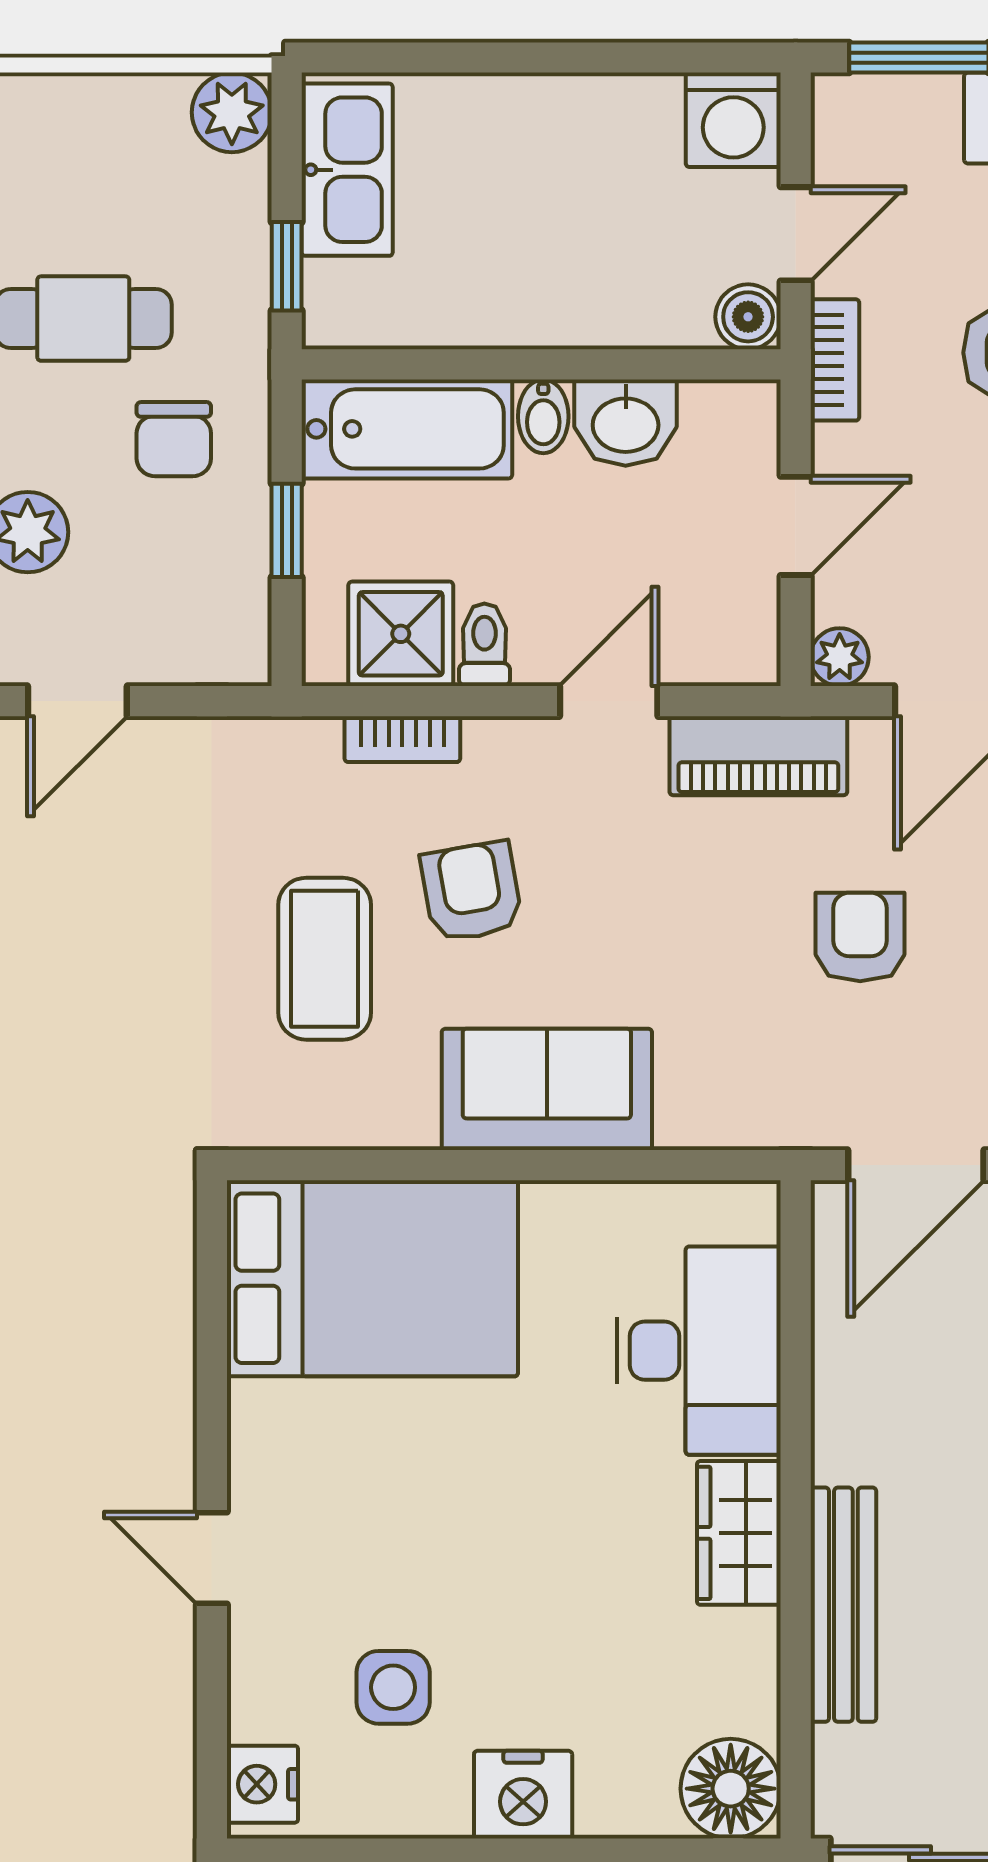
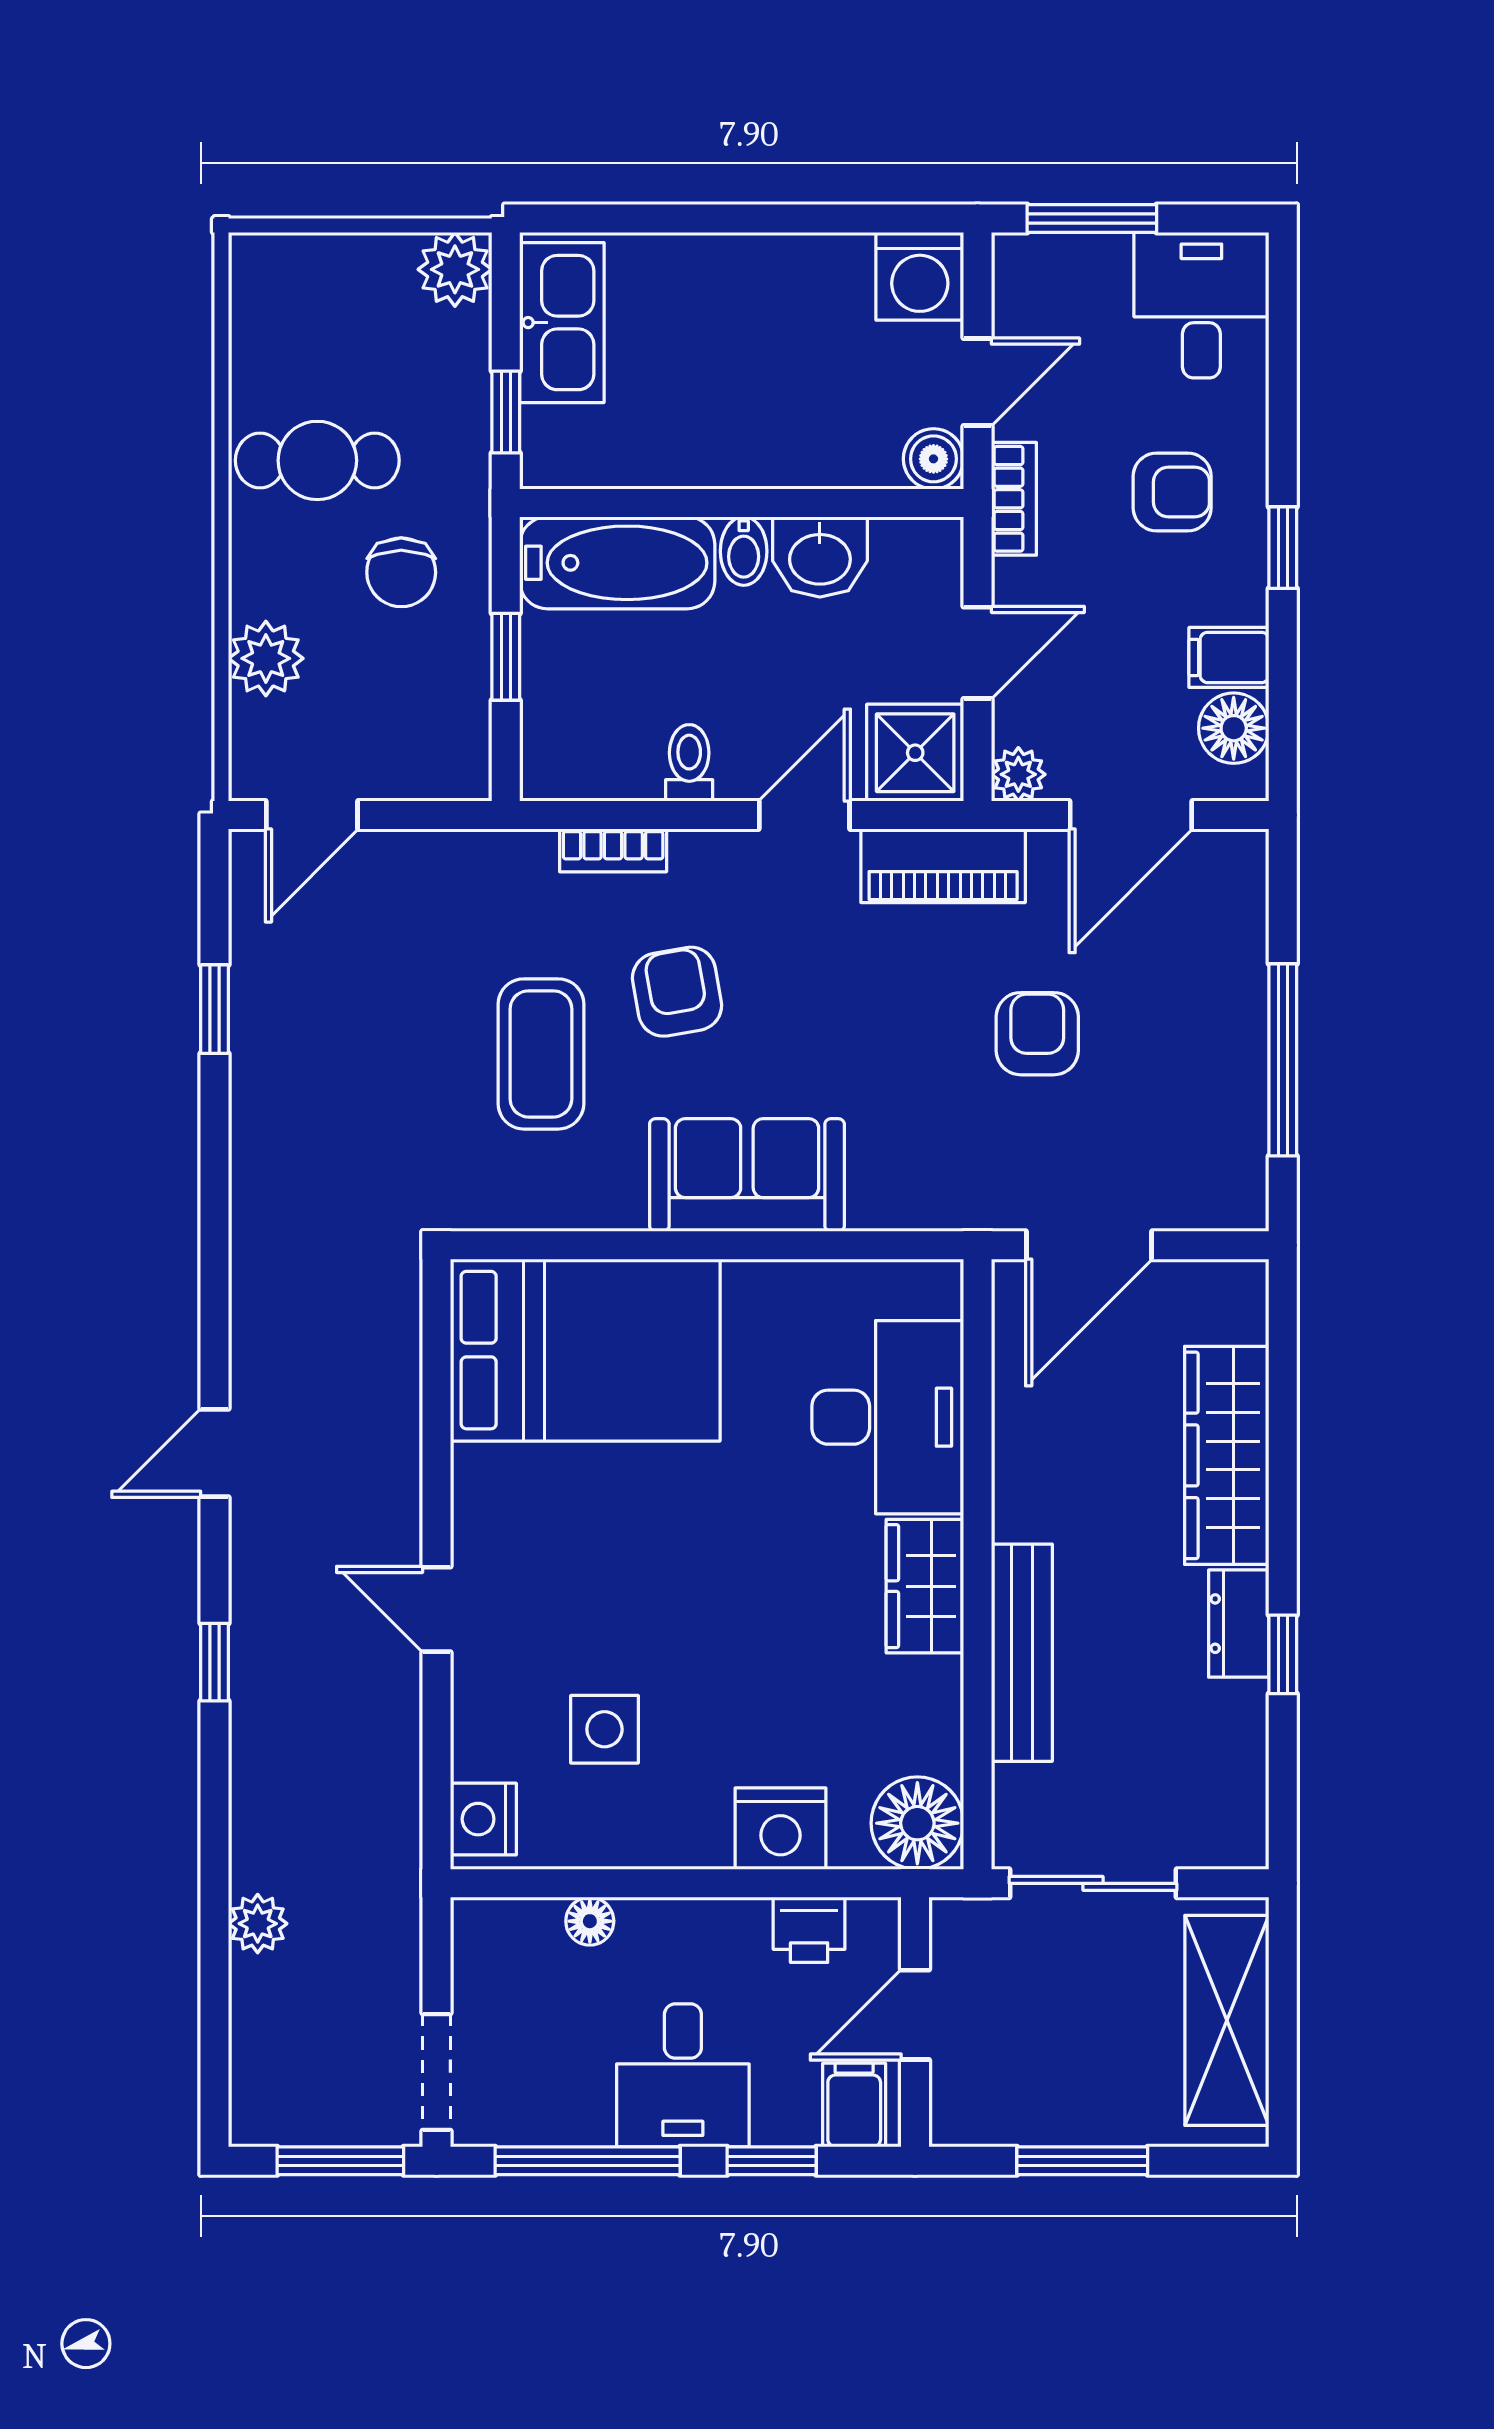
shower: (401, 634) -> (915, 753), moved
nightstand: (523, 1795) -> (780, 1829), moved

